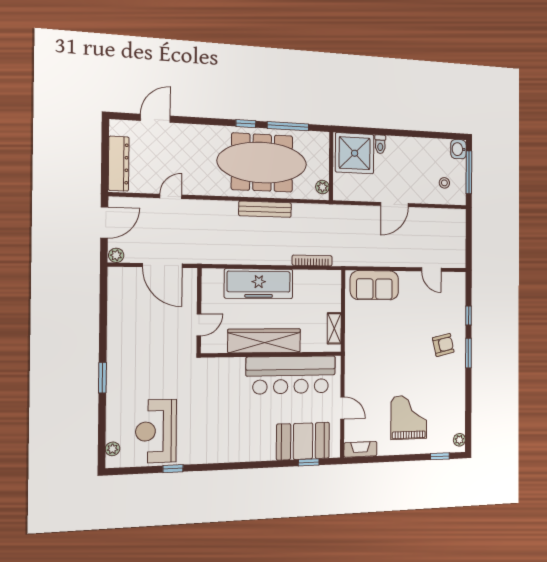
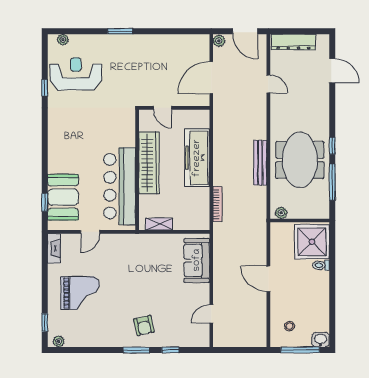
meeting table: (262, 163) -> (300, 160), width x0.73

